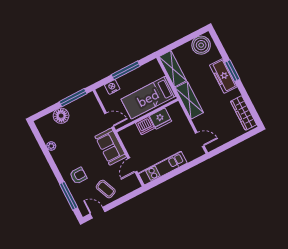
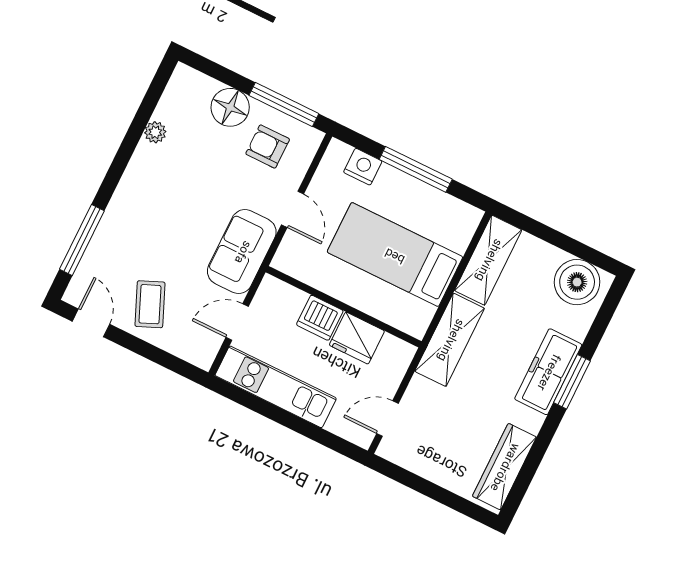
wall: (147, 115) -> (344, 307), moved
fridge: (160, 119) -> (357, 338), moved
dishwasher: (145, 126) -> (320, 318), moved
door: (200, 139) -> (387, 419), swing flipped
armchair: (78, 176) -> (268, 147), moved, turned 180

